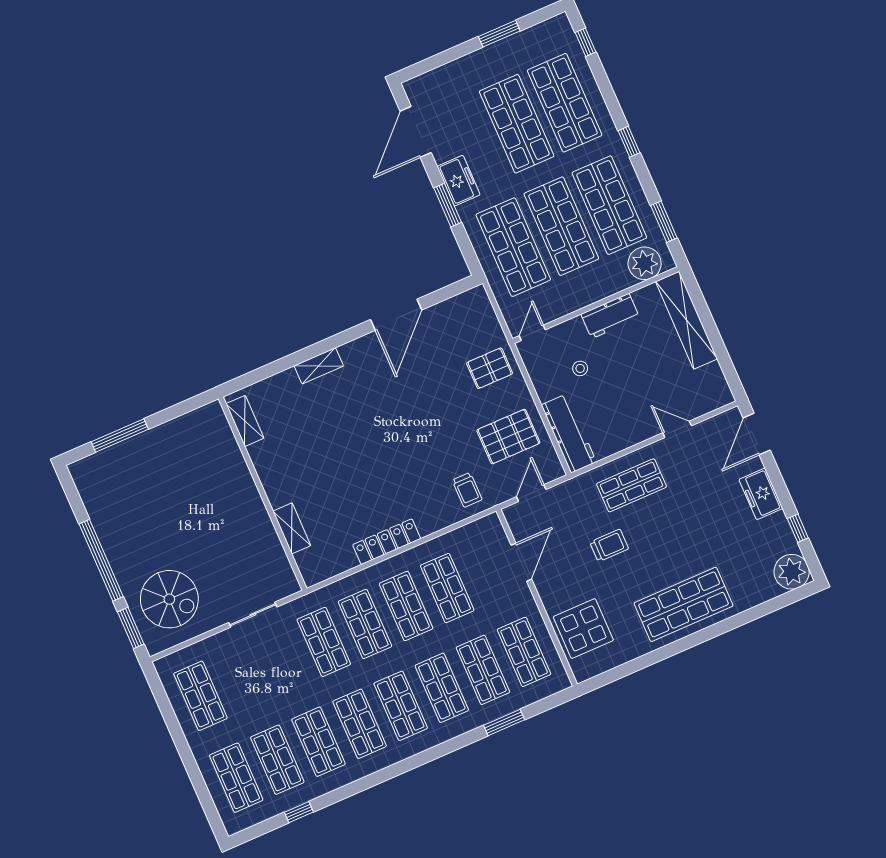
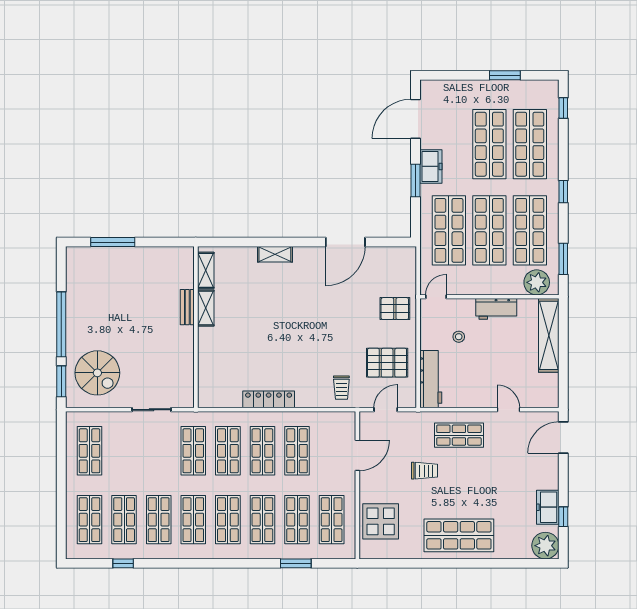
bench: (242, 474) -> (187, 307), added
freezer: (761, 494) -> (548, 507), moved
shelving: (292, 528) -> (206, 308), moved

